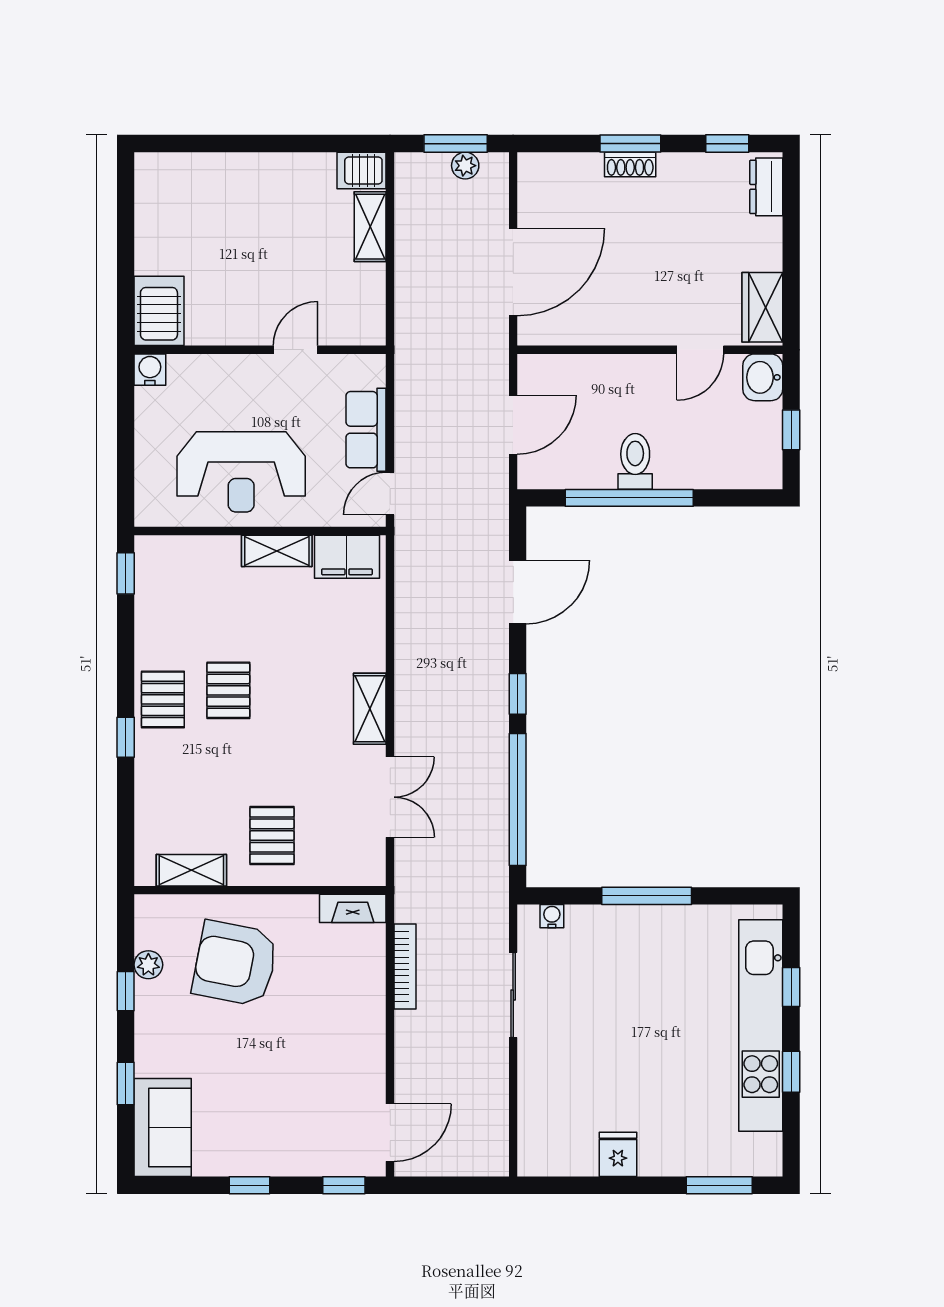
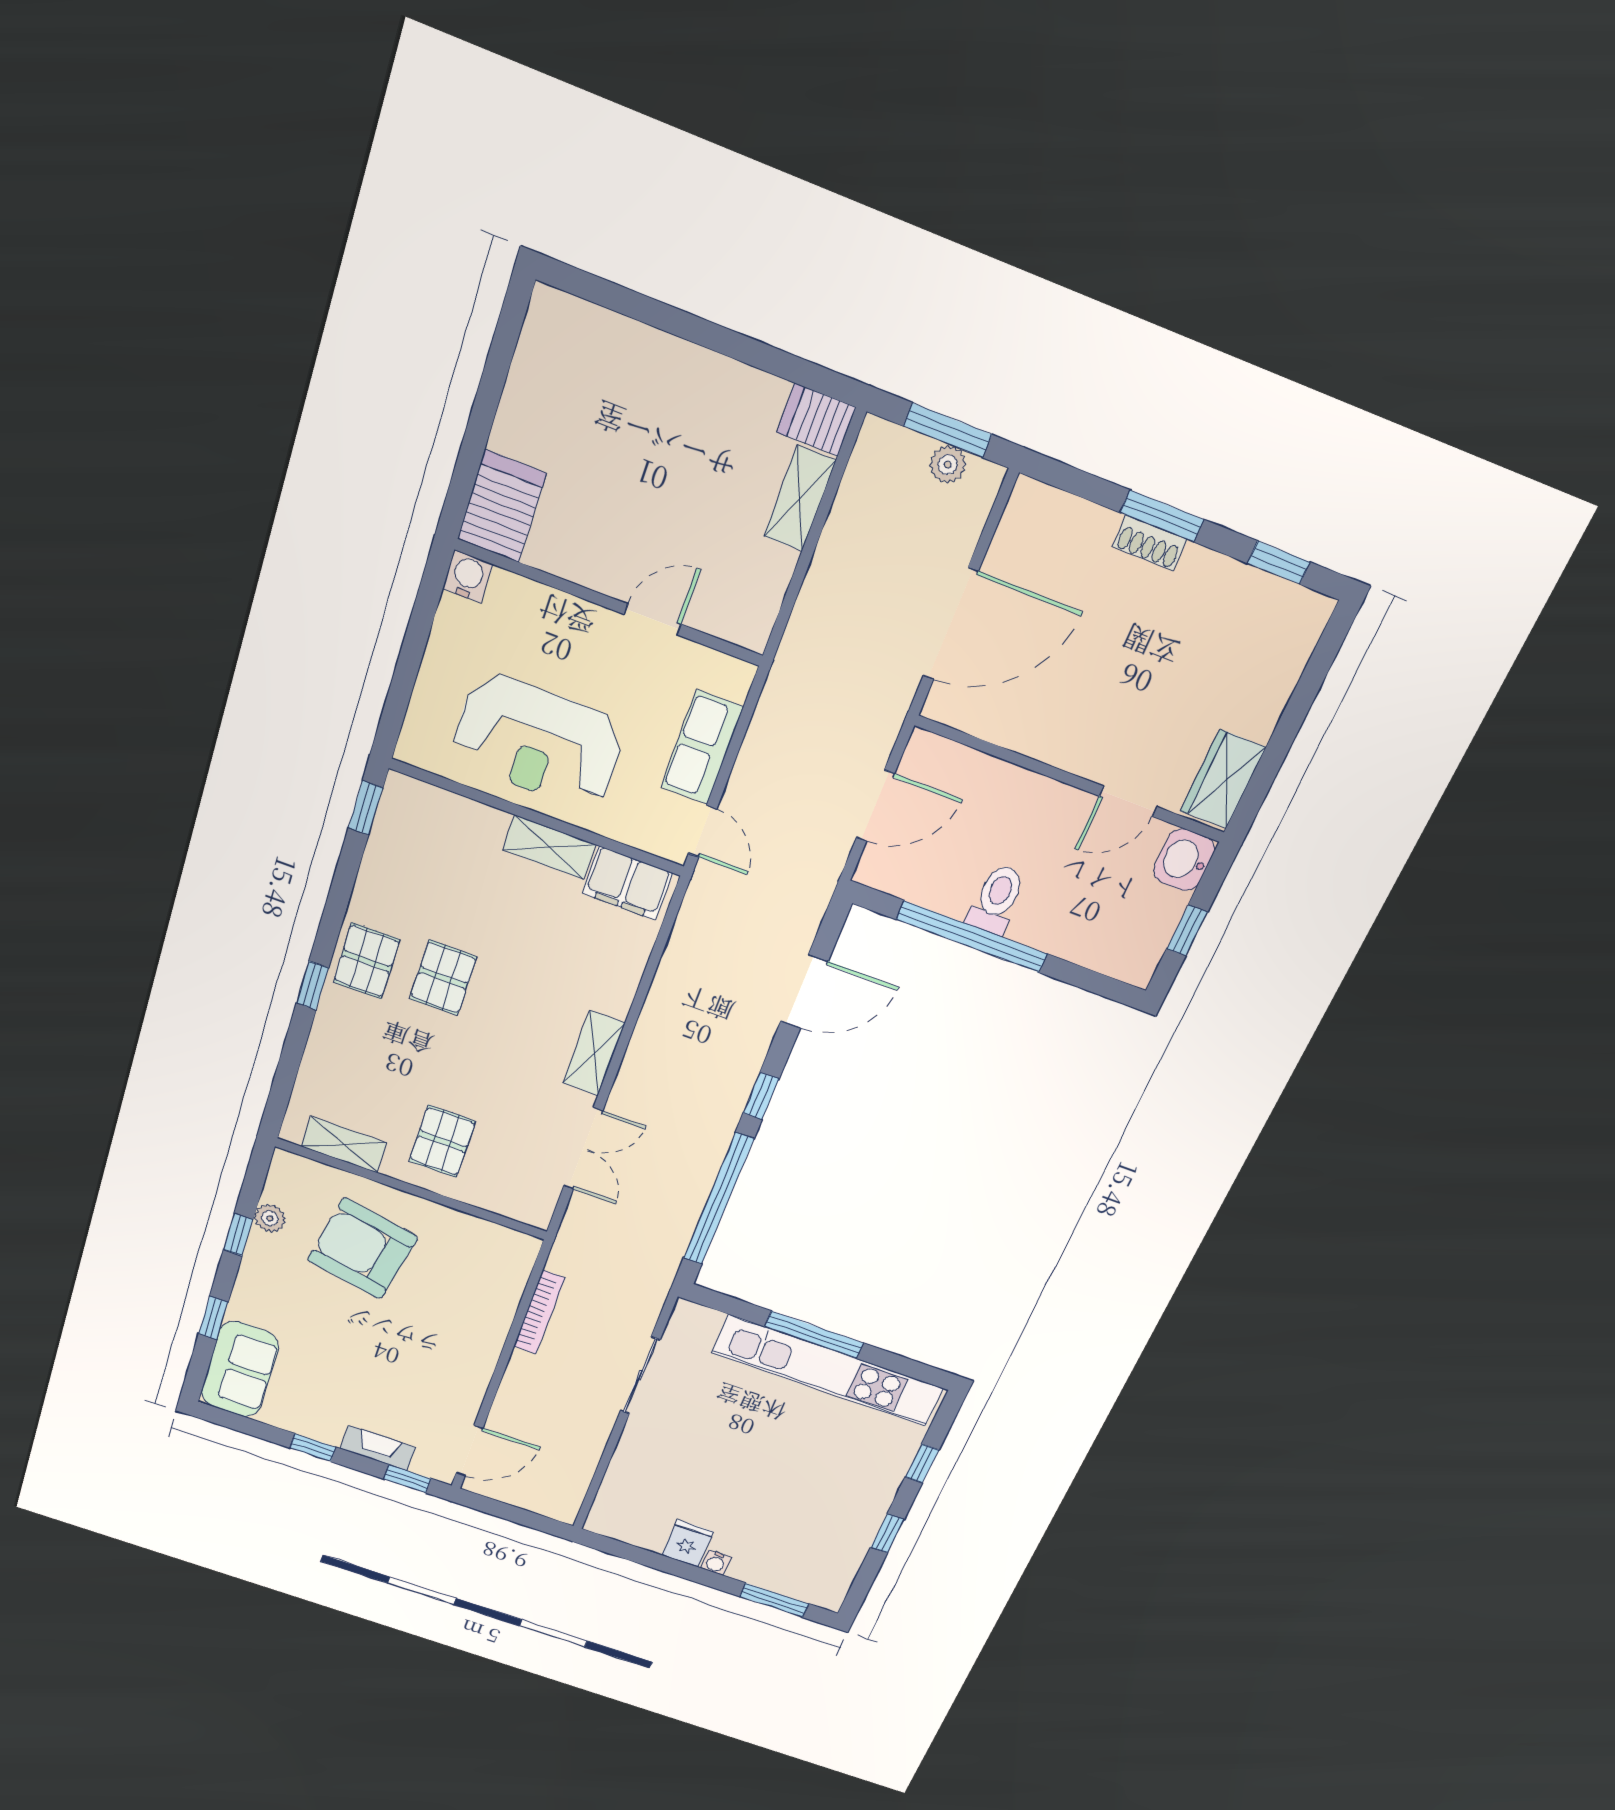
dresser: (766, 187) -> (1298, 636), removed
door: (390, 494) -> (703, 831), swing flipped
fireplace: (353, 908) -> (378, 1448), moved, turned 180
water cooler: (552, 916) -> (716, 1563), moved, turned 180
kitchen unit: (761, 1025) -> (828, 1371), moved, turned -90

